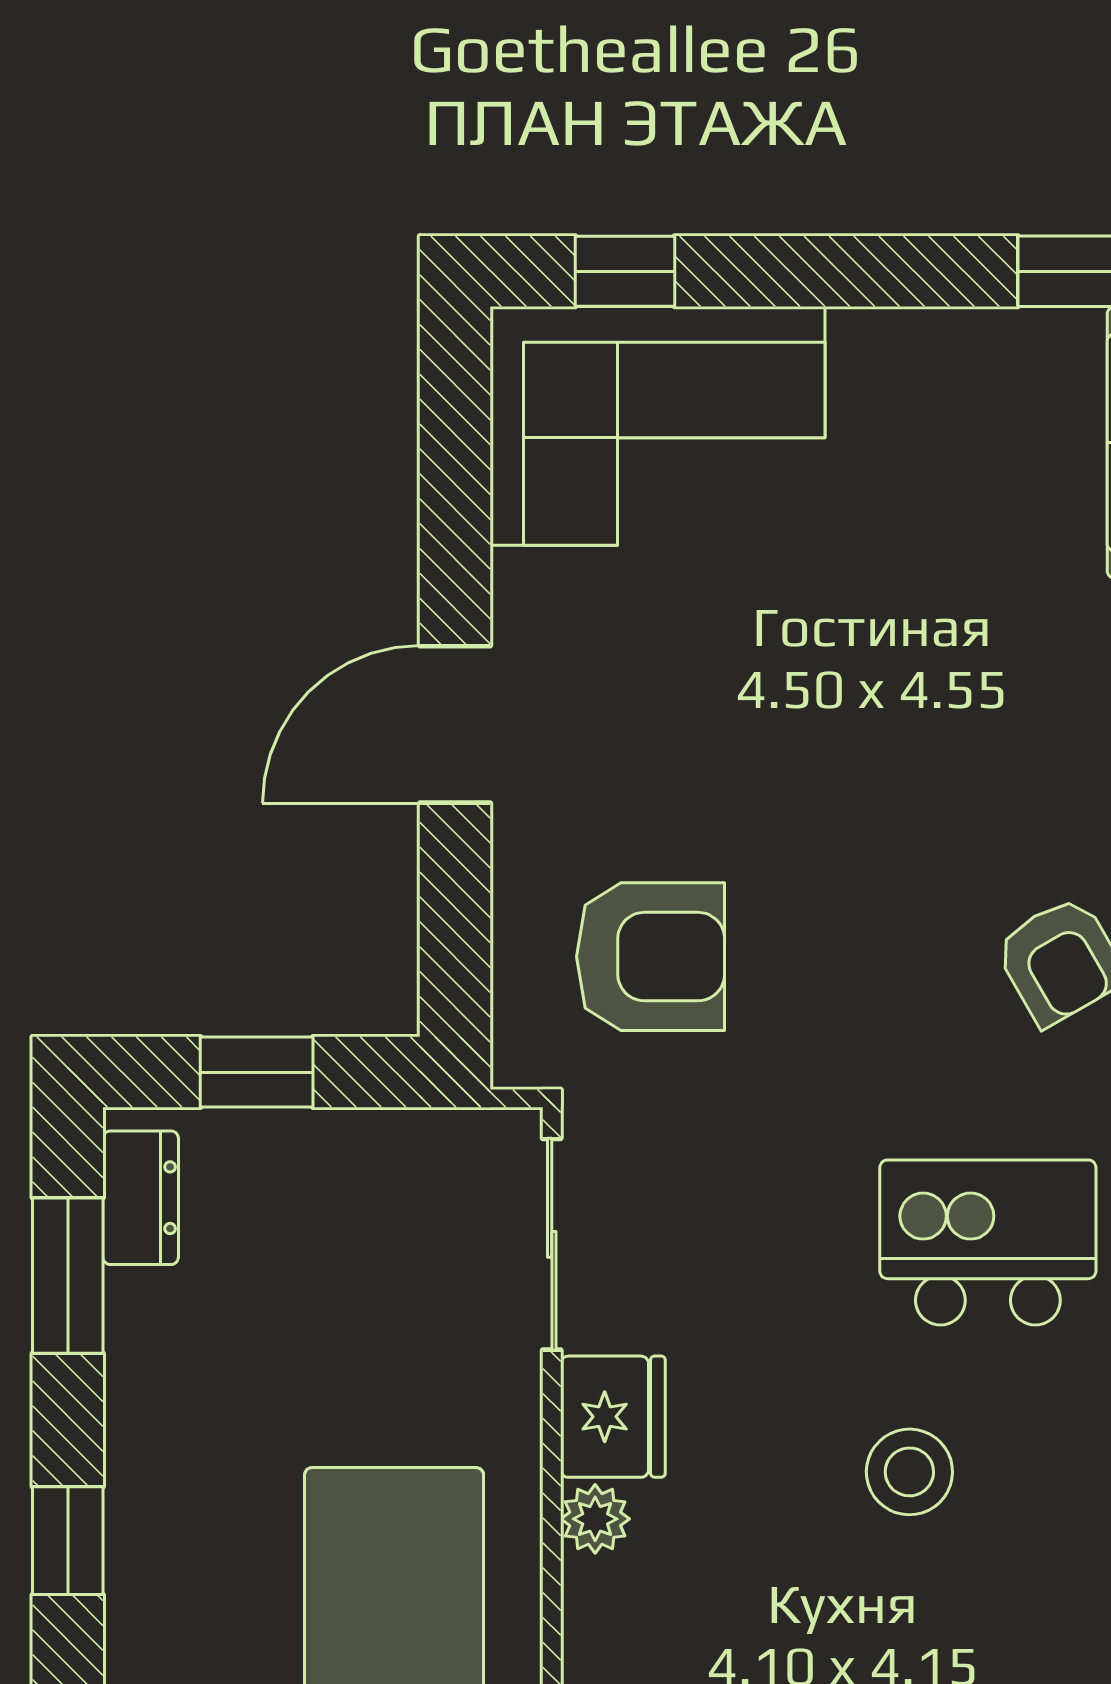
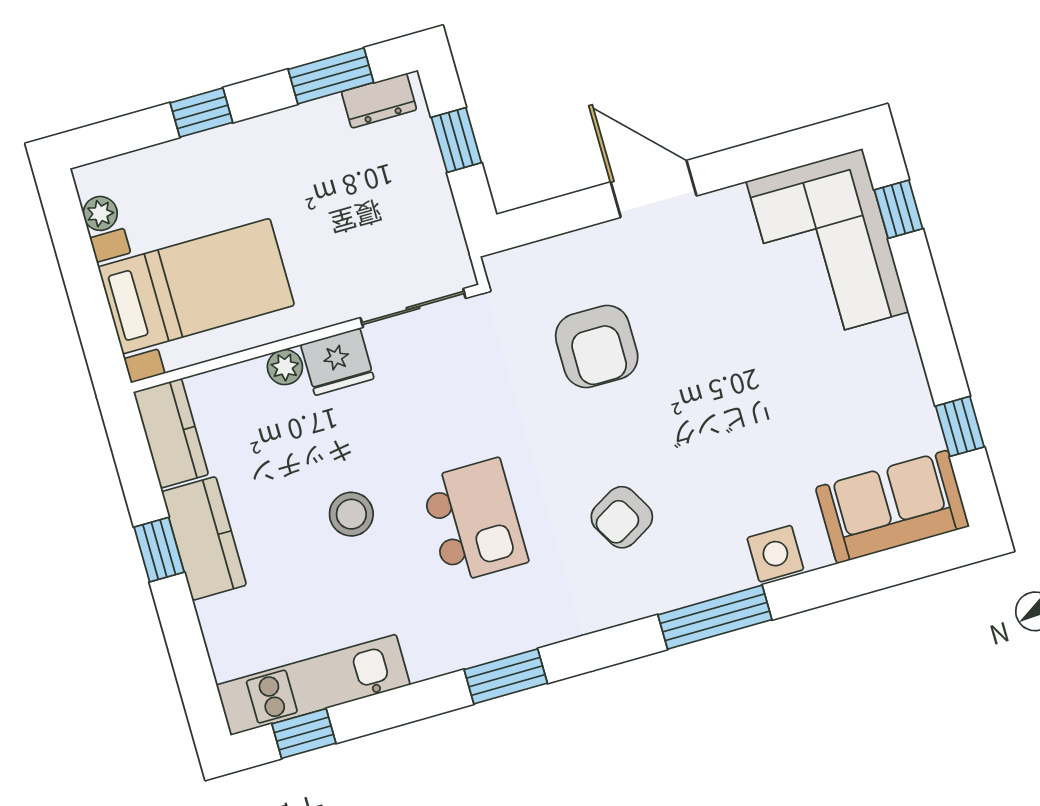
armchair: (650, 957) -> (597, 346), moved

